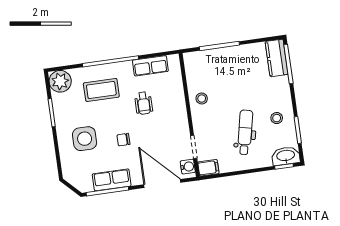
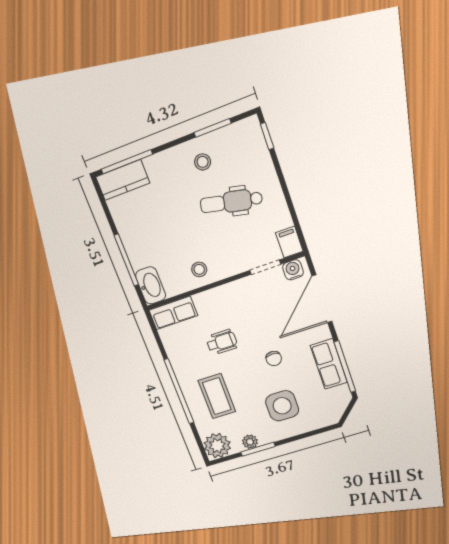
row of seats: (150, 66) -> (173, 313), moved, turned 90
plant: (59, 108) -> (250, 442), added
washbasin: (286, 156) -> (151, 285), moved, turned 180

